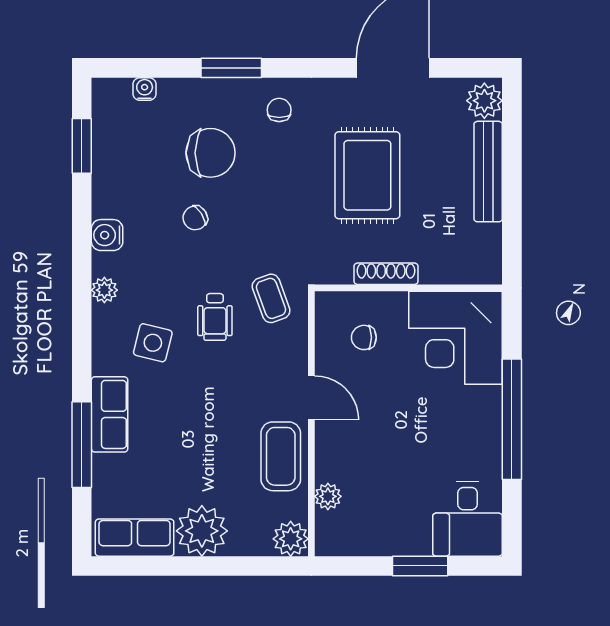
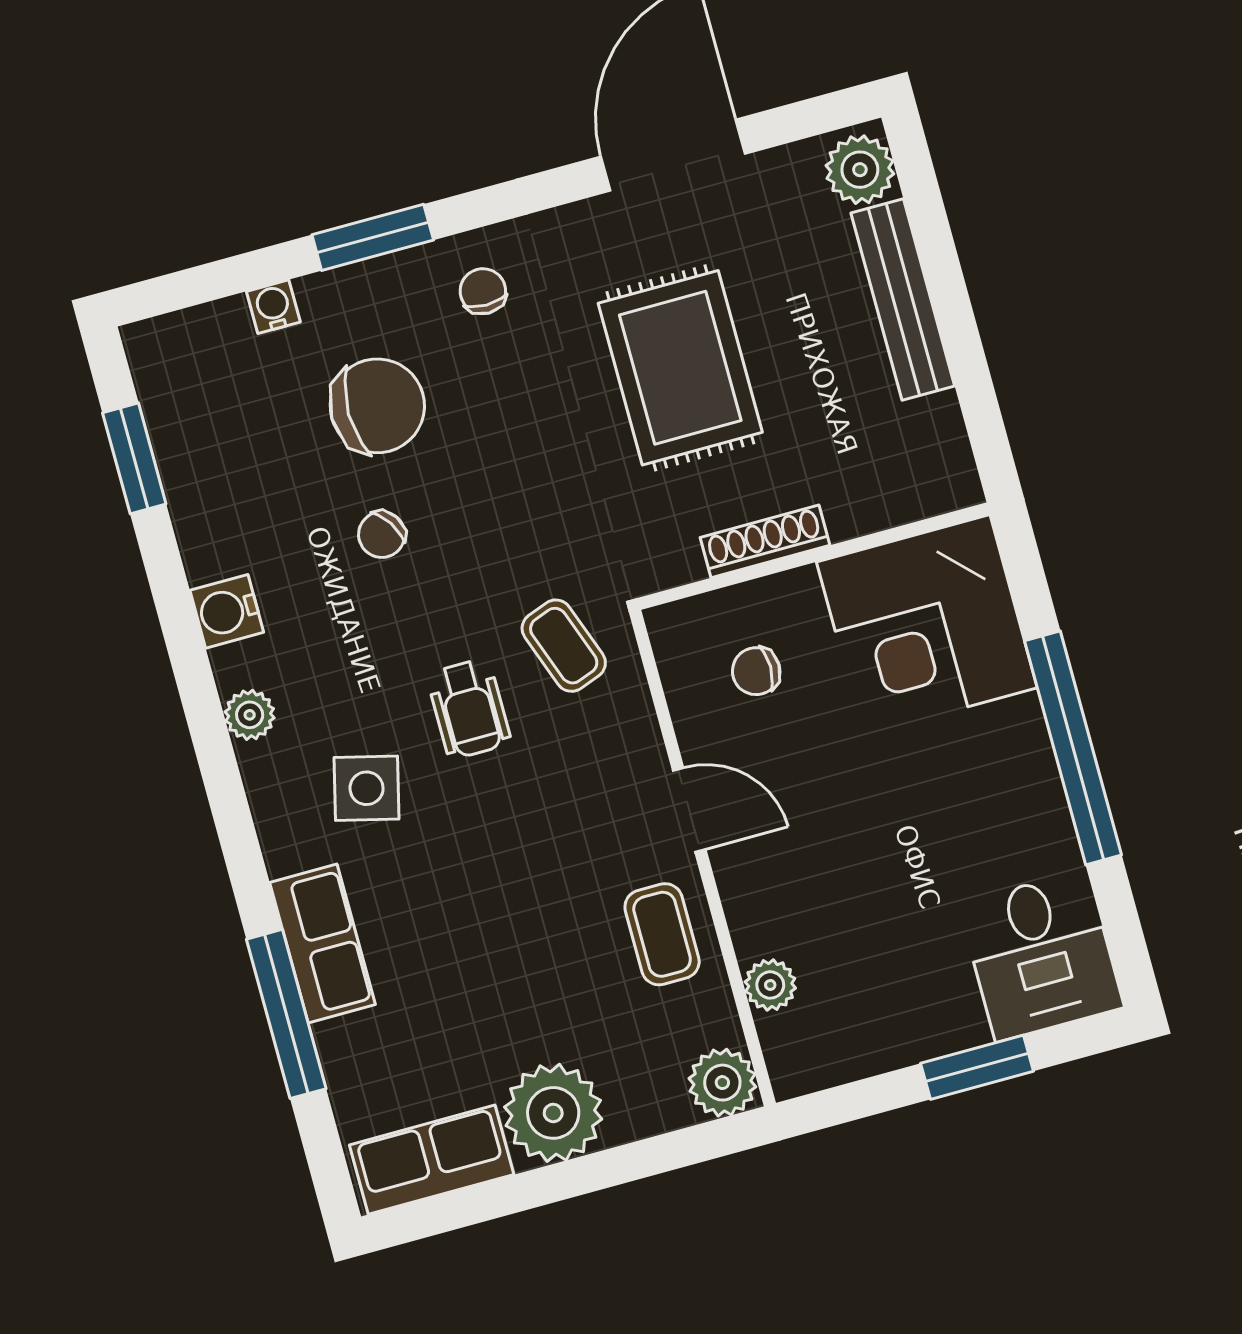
water cooler: (145, 89) -> (273, 307), moved
coffee table: (281, 456) -> (662, 934), width x0.73, depth x0.77

